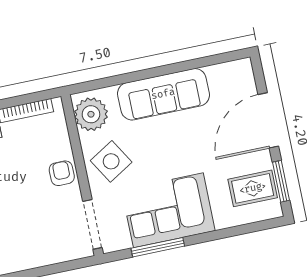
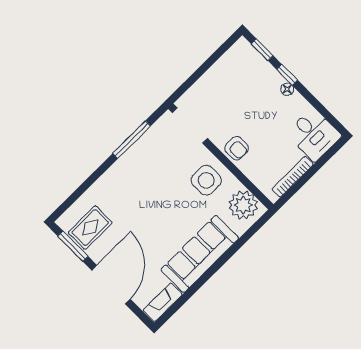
fireplace: (229, 71) -> (163, 302), added
side table: (111, 161) -> (206, 180), turned 31
corner sofa: (168, 210) -> (141, 172), removed

